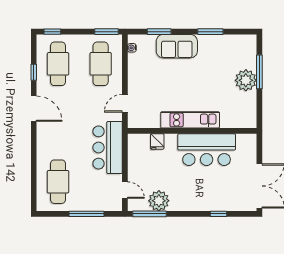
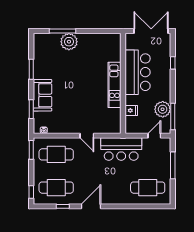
kitchen unit: (190, 120) -> (115, 85), moved
wall: (192, 131) -> (123, 83), moved
fridge: (157, 141) -> (131, 110), moved
bar counter: (207, 150) -> (138, 72), moved

